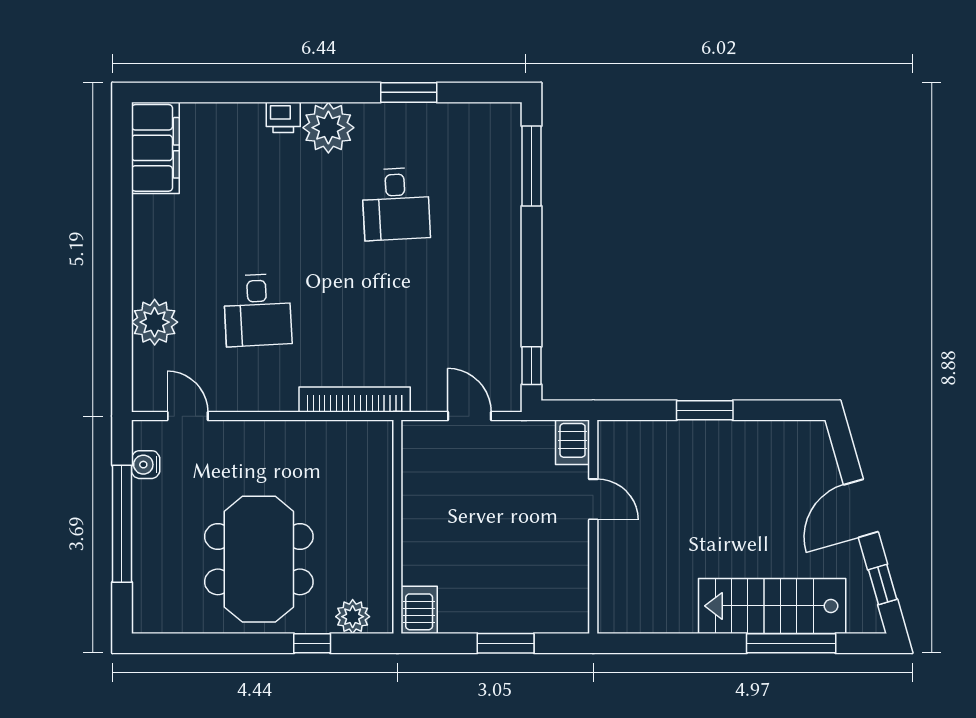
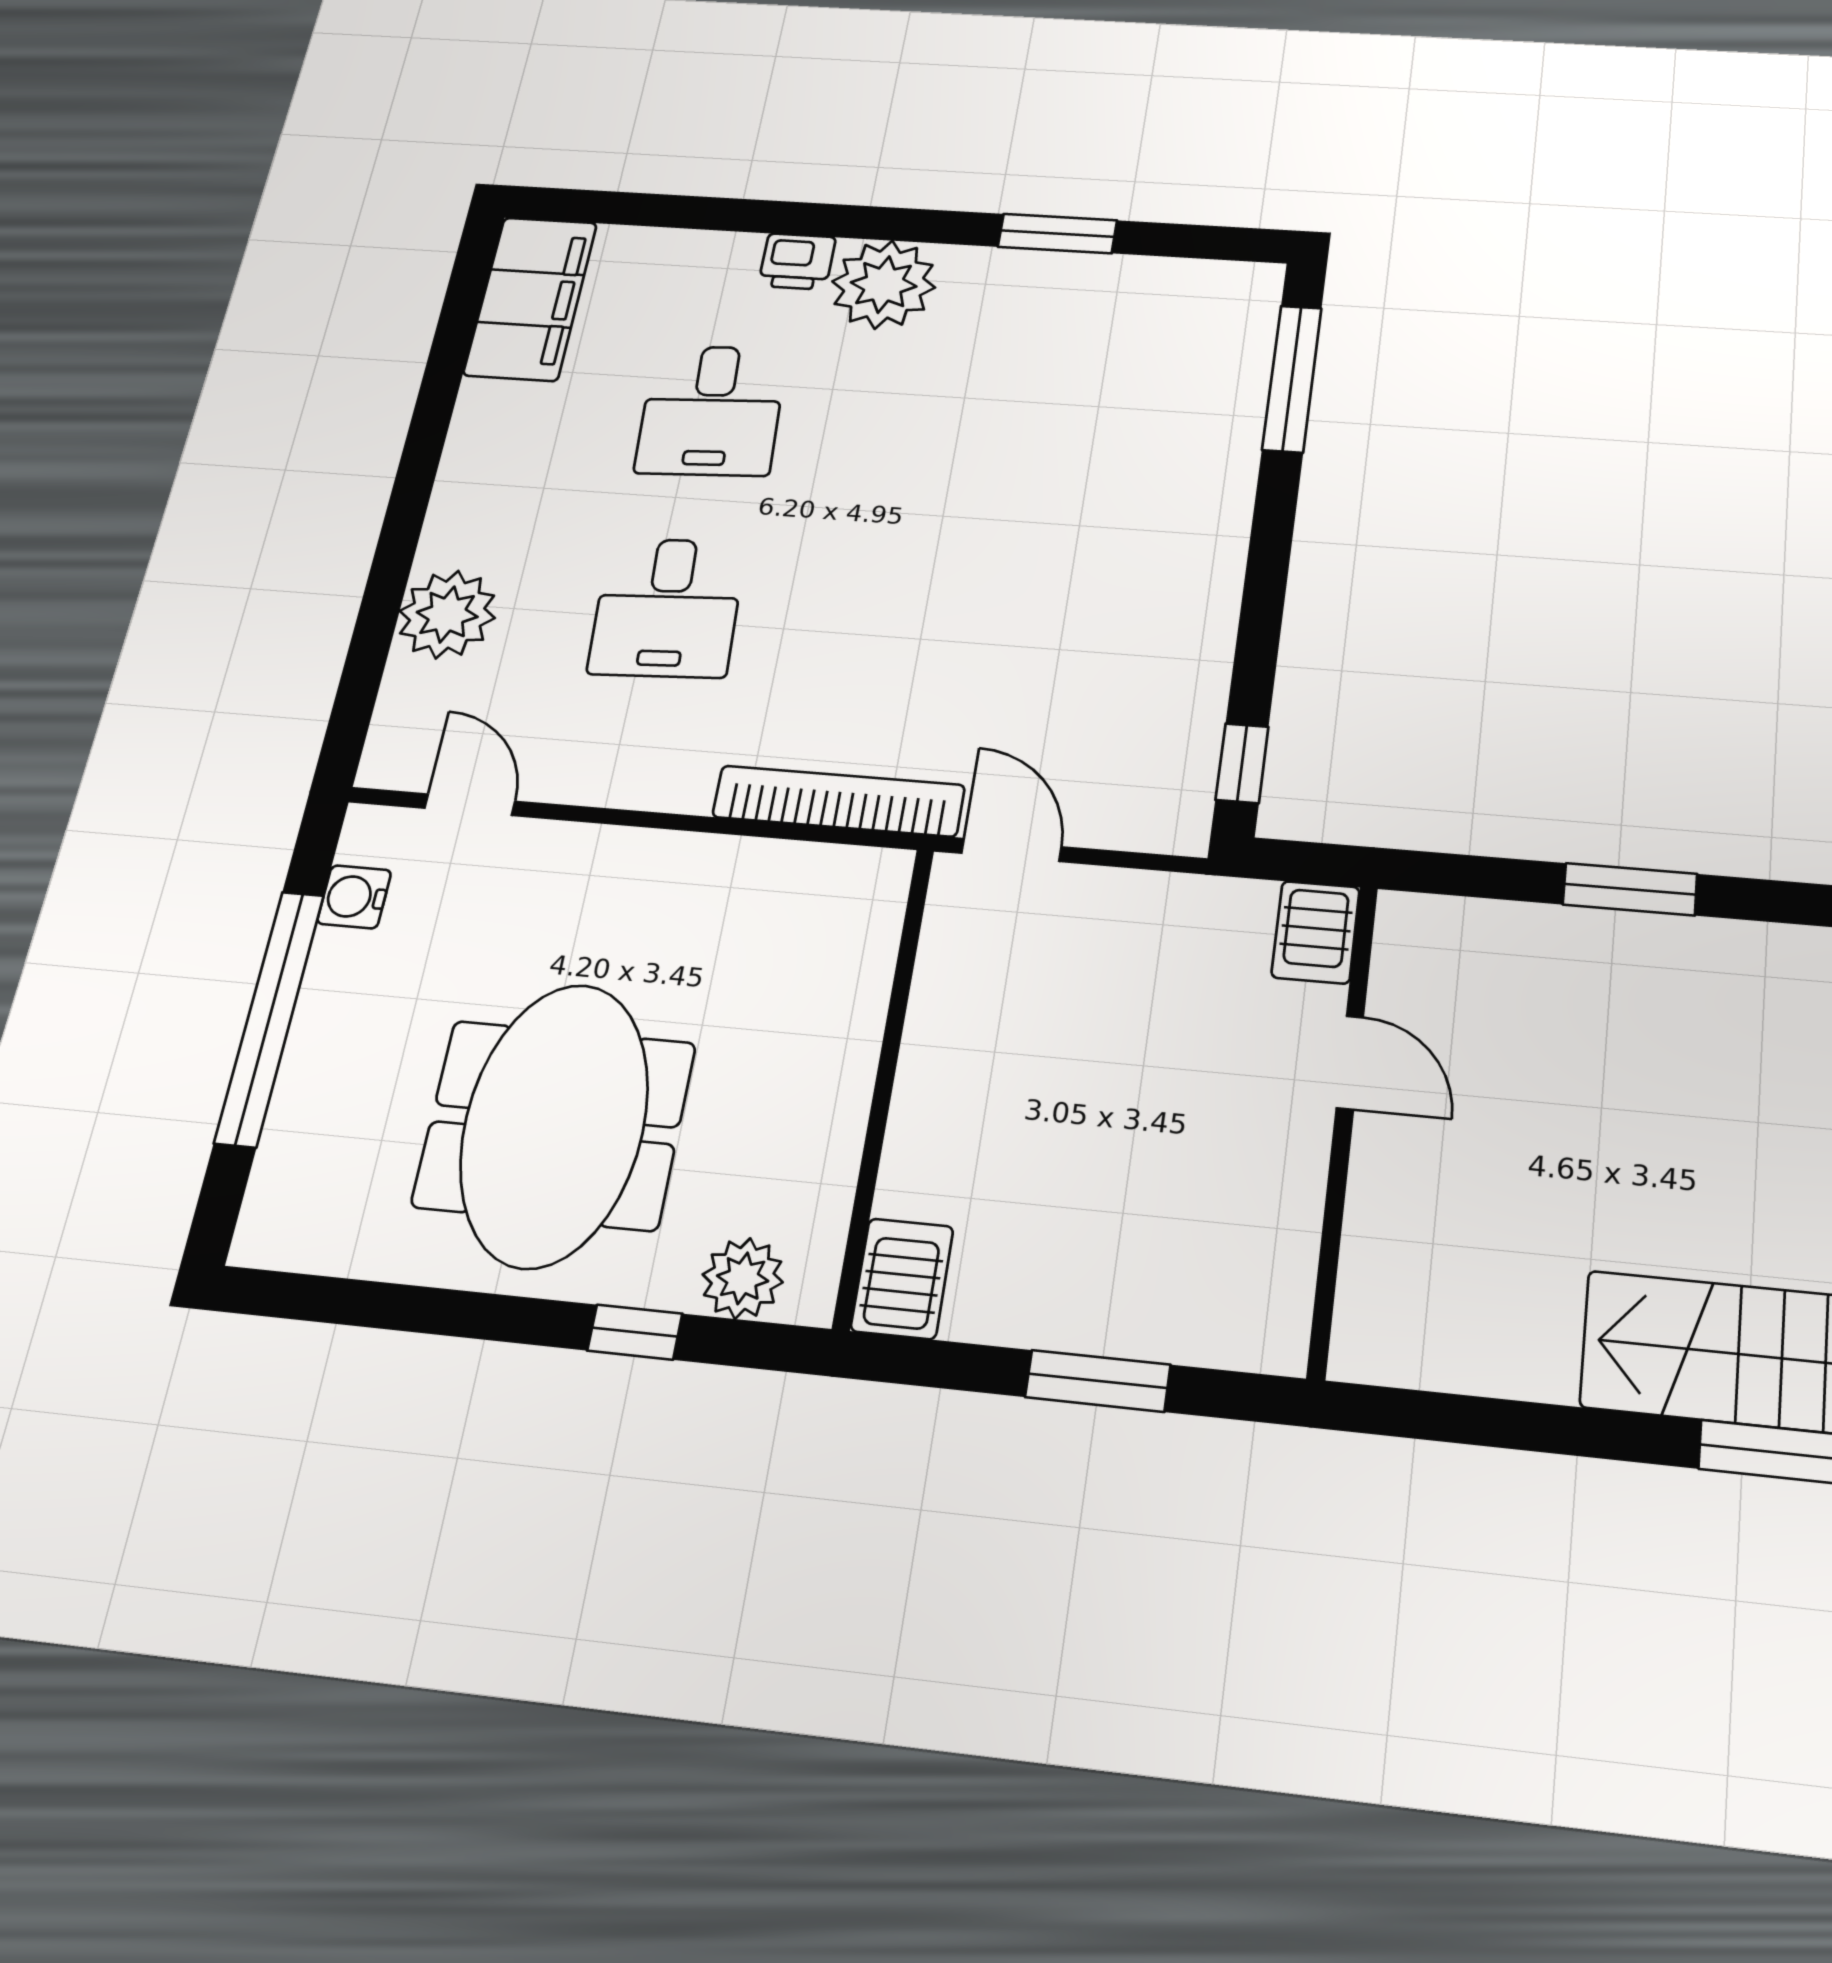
desk: (396, 204) -> (711, 410), moved
door: (469, 416) -> (1011, 850), moved

